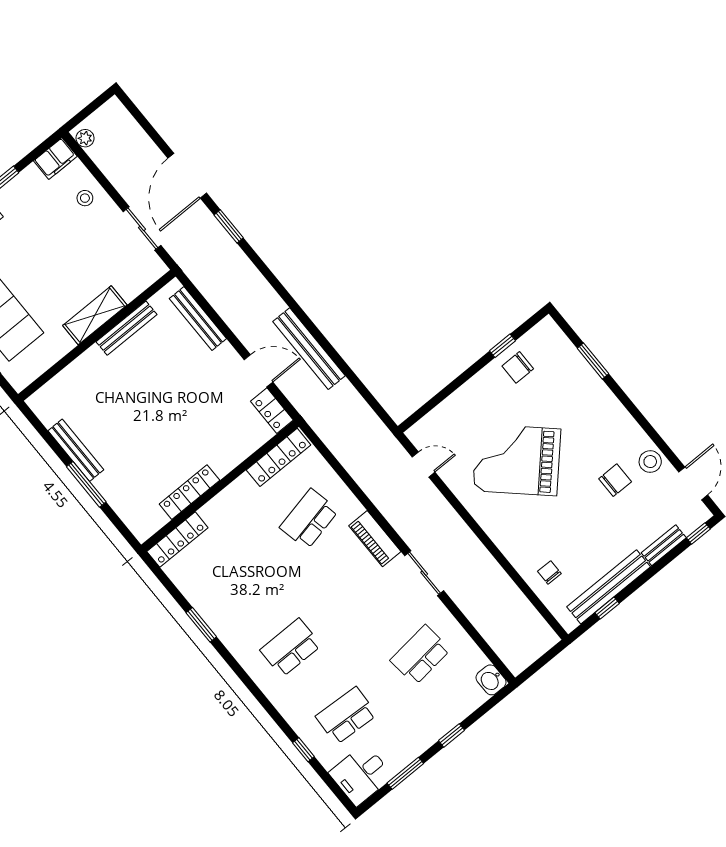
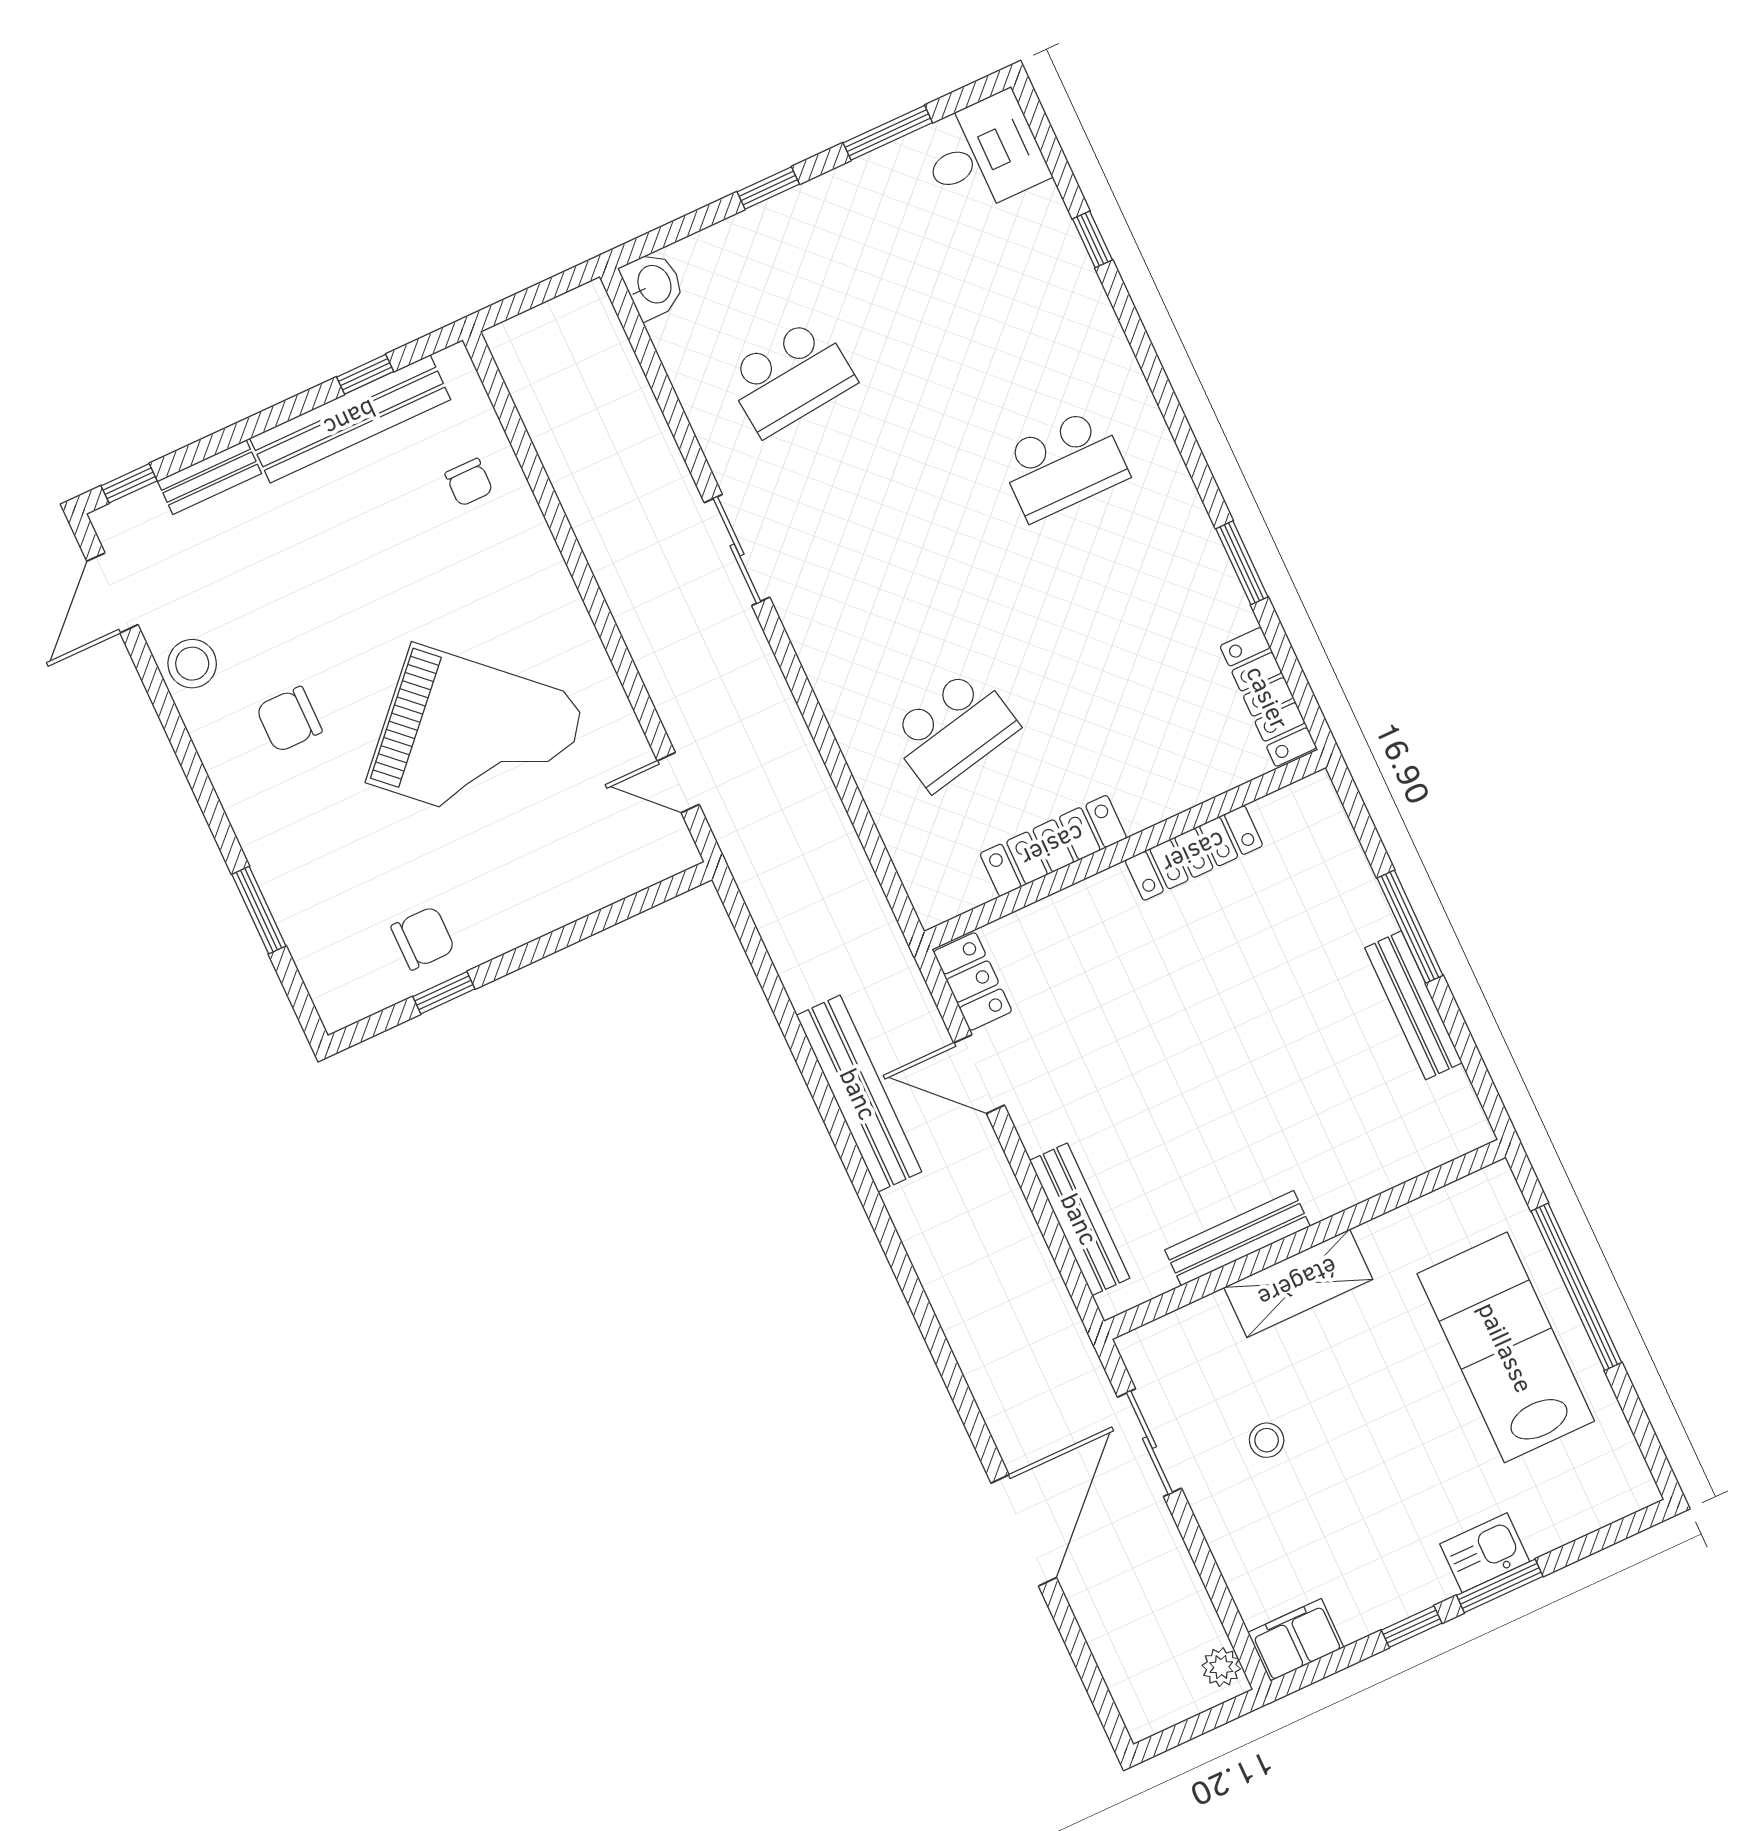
stool: (85, 198) -> (1267, 1440), moved
window: (229, 226) -> (963, 1399), removed
locker: (279, 457) -> (1053, 846), moved
chair: (615, 480) -> (289, 719), moved
piano: (375, 539) -> (823, 651), removed
locker: (177, 540) -> (1268, 697), moved, turned -90
school desk: (346, 716) -> (982, 289), removed

